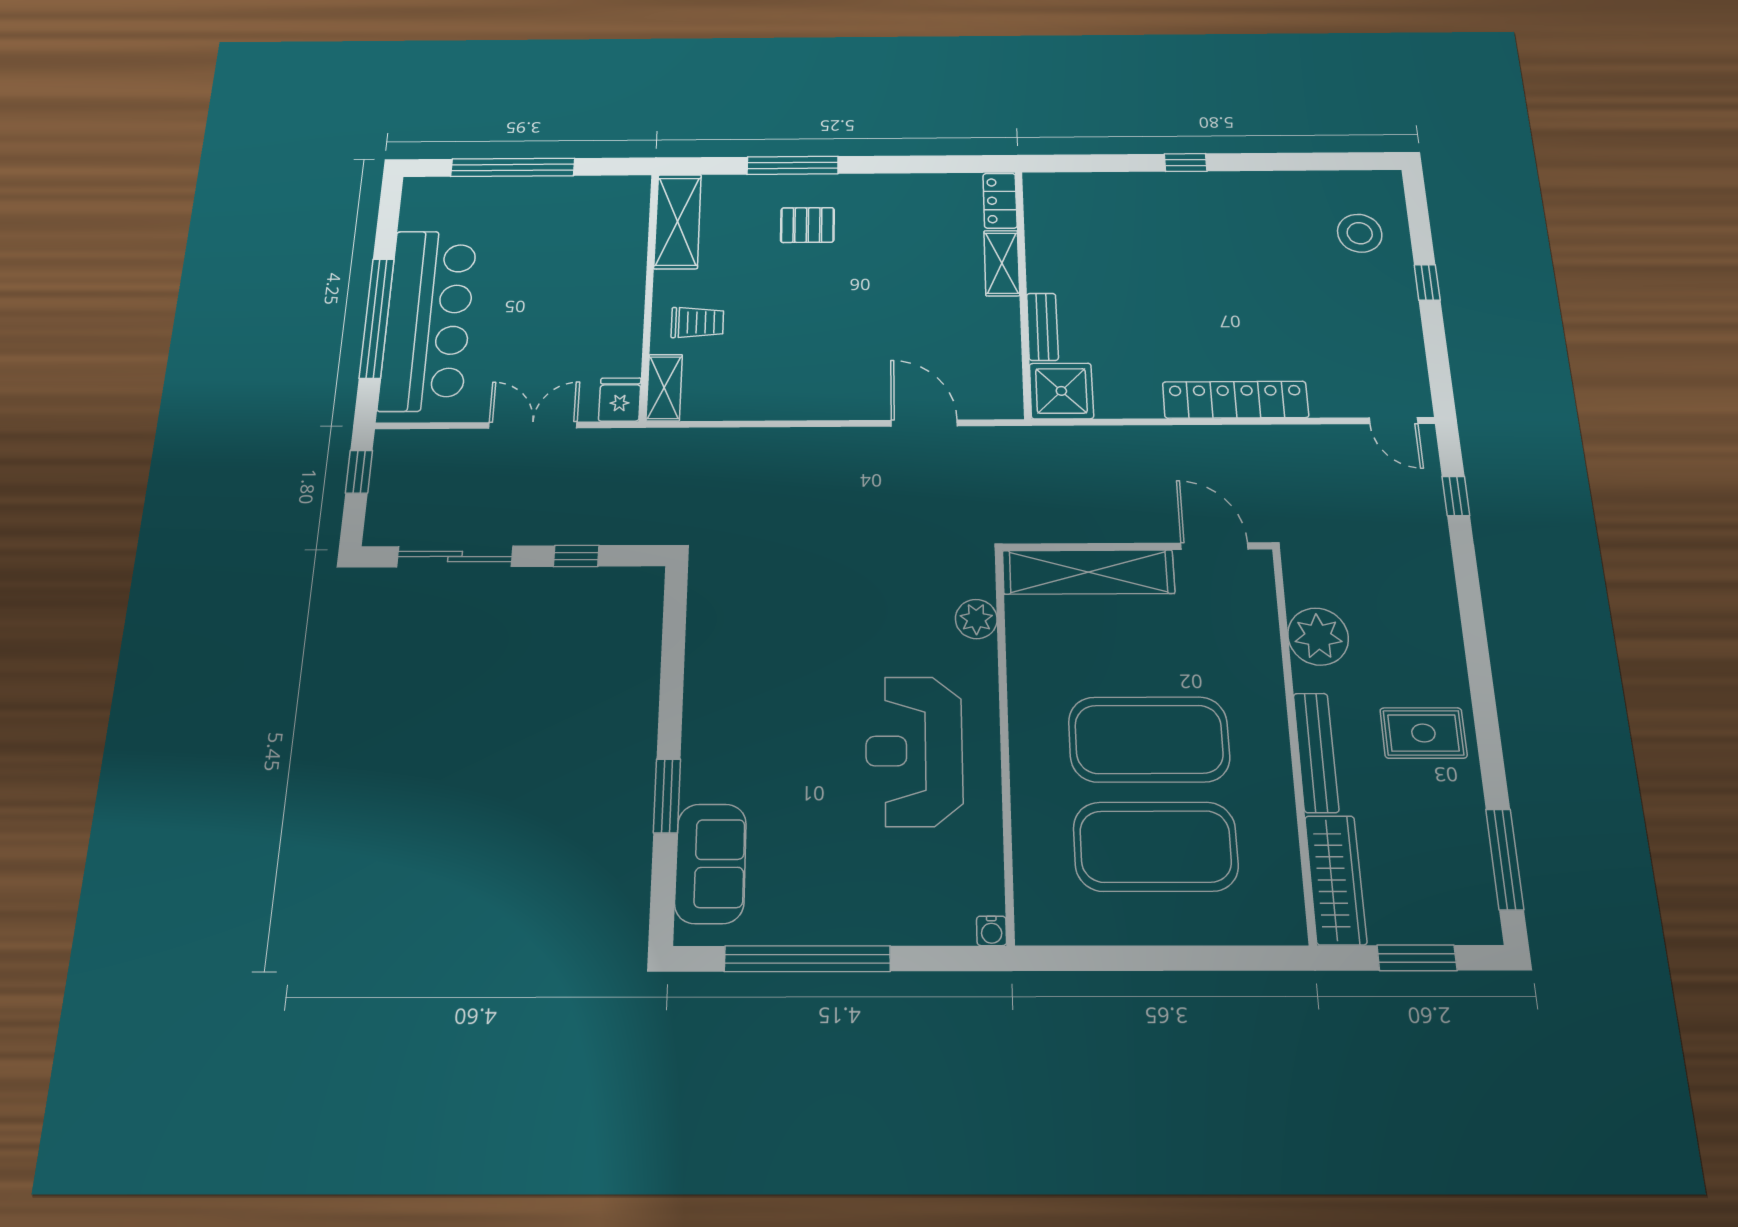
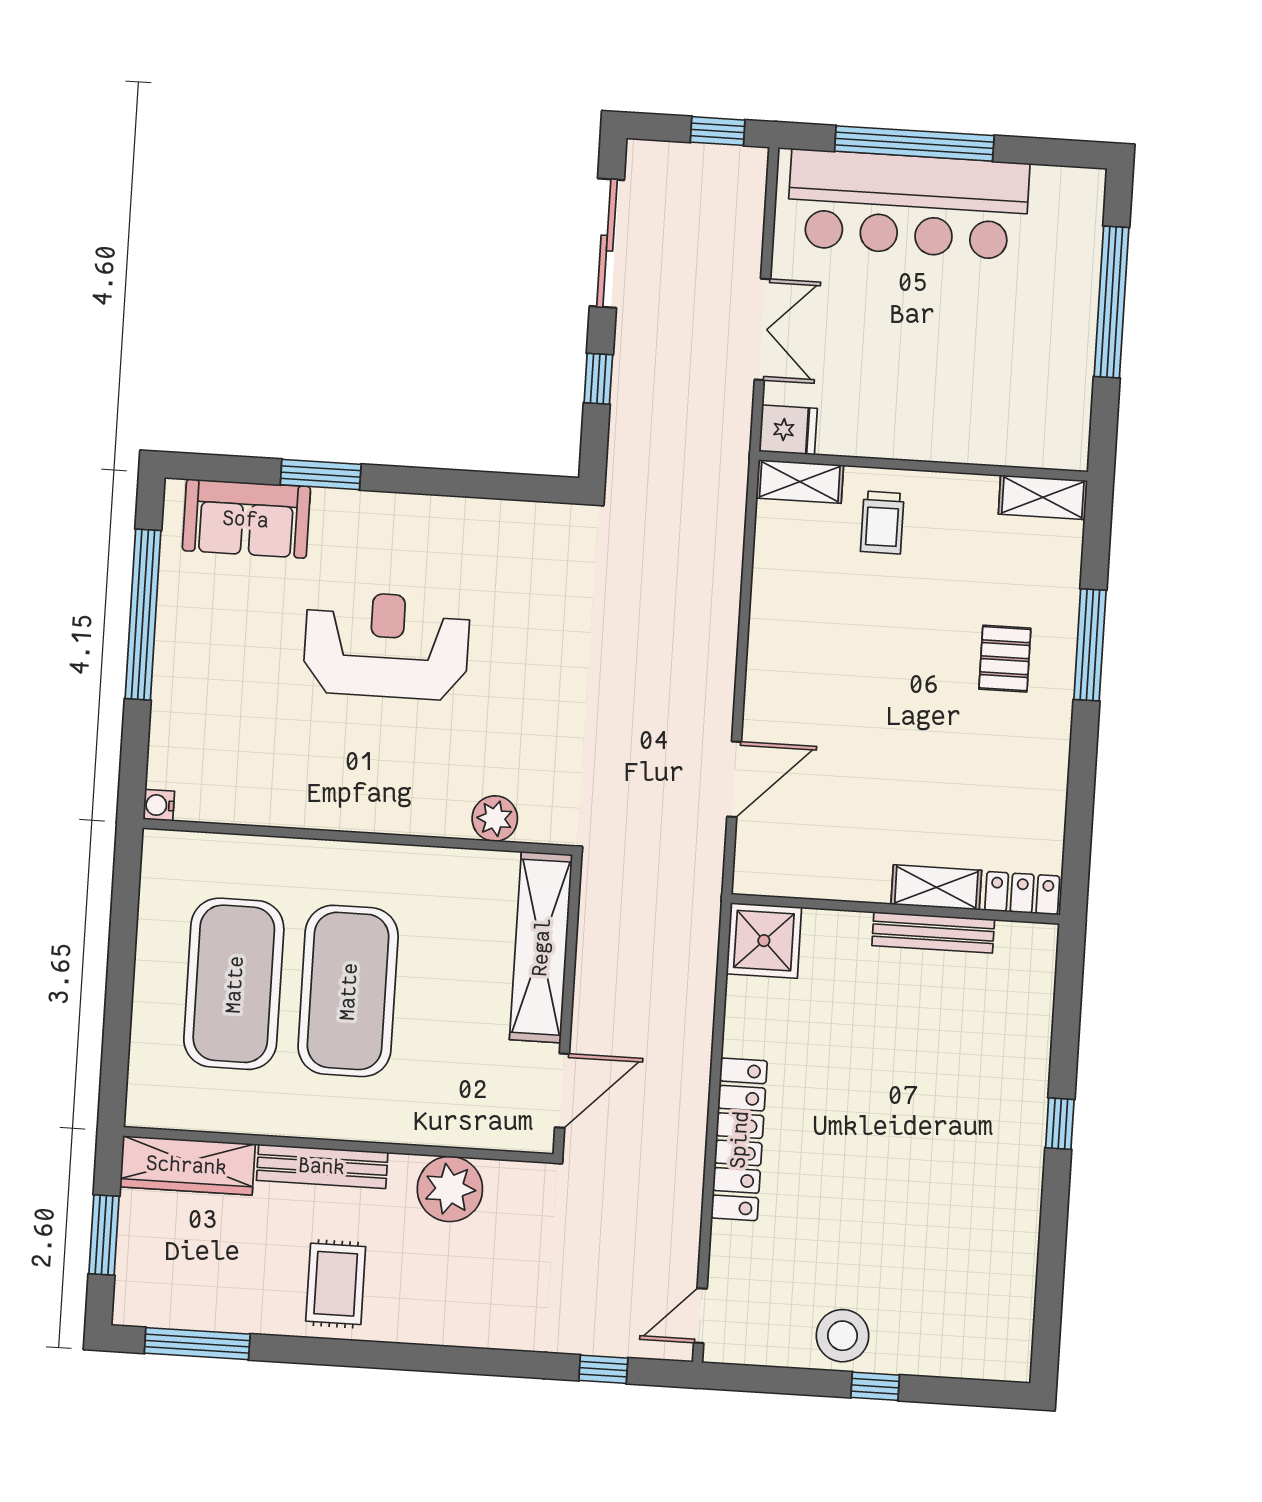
shelving: (678, 221) -> (1043, 497), width x0.67, depth x0.75
stool: (1360, 233) -> (842, 1336), moved
bench: (1042, 327) -> (933, 932), moved, width x1.36
reception desk: (914, 751) -> (386, 645), moved

